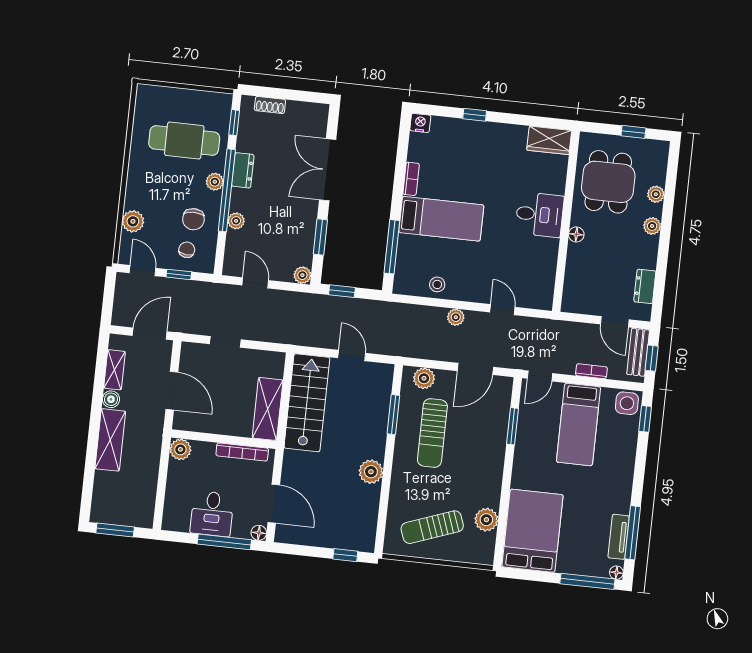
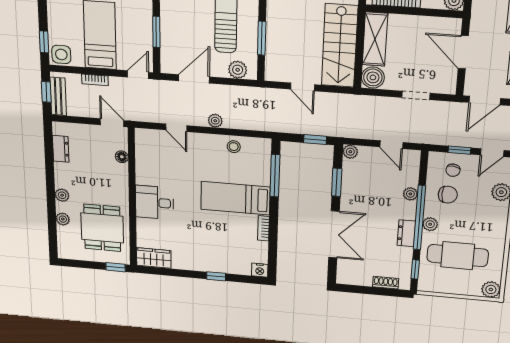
plant: (147, 95) -> (491, 289), added
window: (633, 132) -> (116, 267), moved
chair: (193, 219) -> (448, 195), turned 90
floor lamp: (576, 234) -> (122, 157), moved
door: (143, 271) -> (492, 153), hinge flipped
door: (615, 322) -> (112, 123), moved
boiler: (272, 364) -> (373, 77), added

